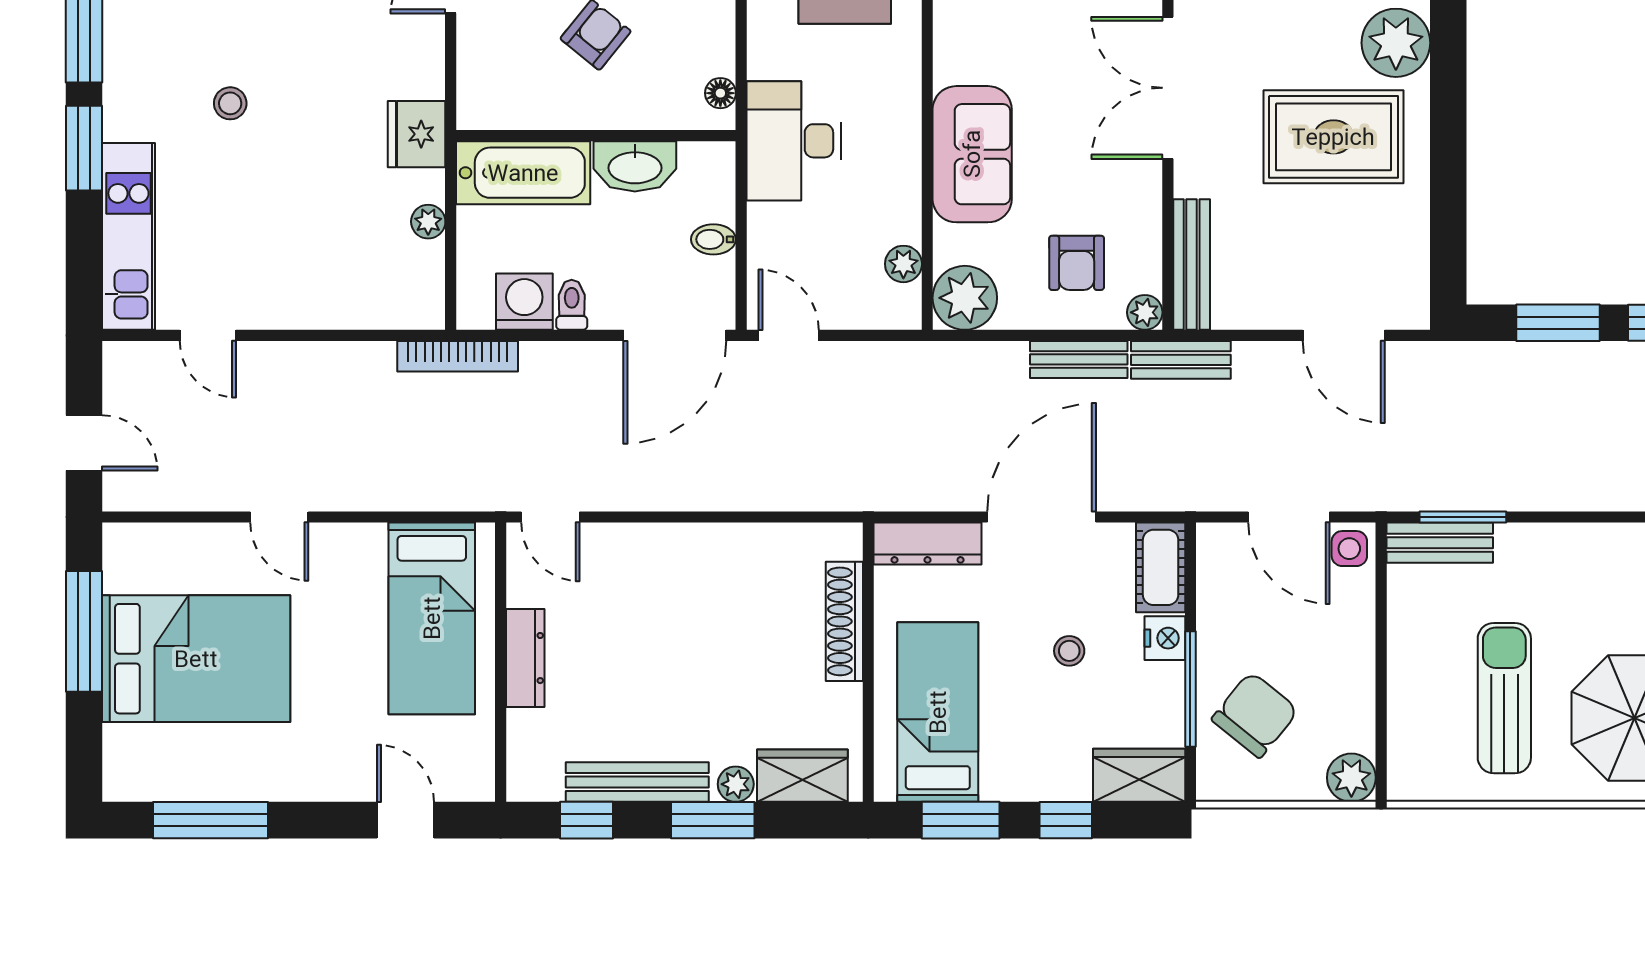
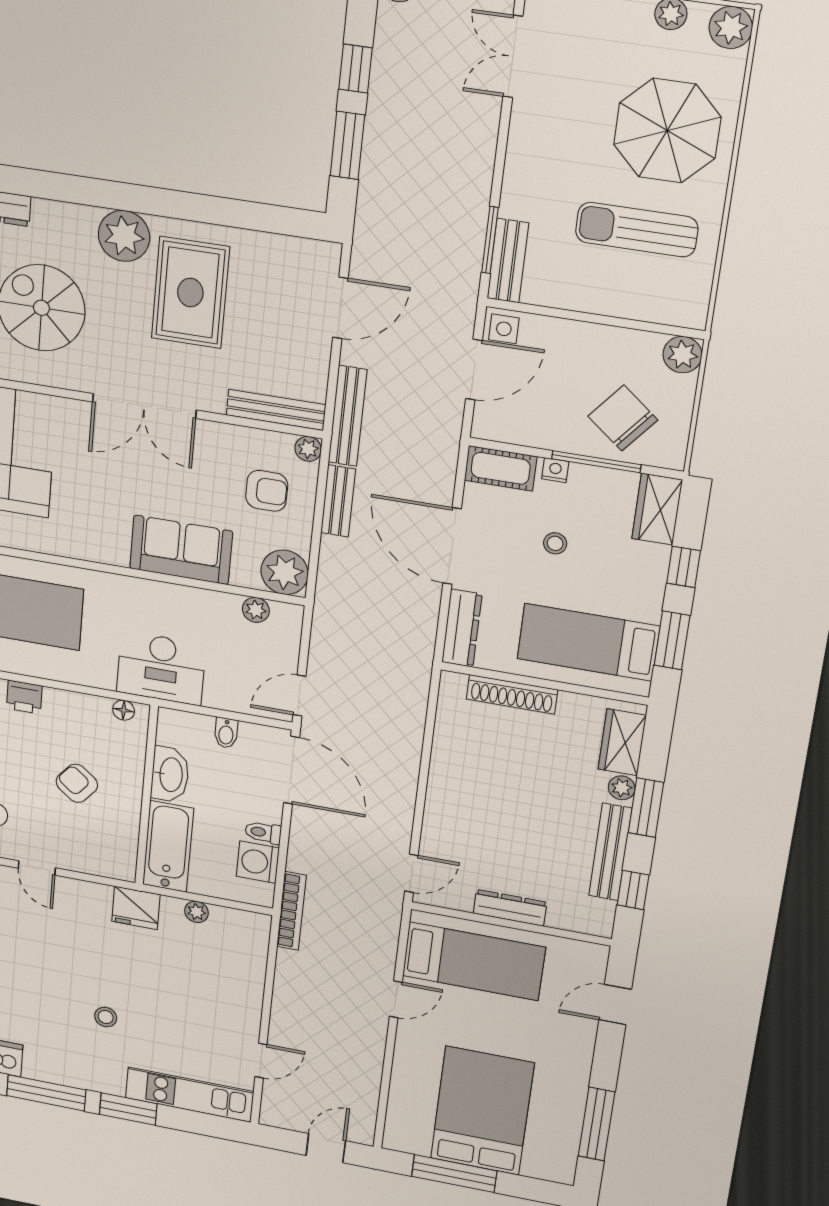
bench: (1181, 360) -> (348, 416), width x1.36
door: (279, 517) -> (396, 999), moved
nightstand: (1165, 638) -> (555, 470), width x0.72, depth x0.74

